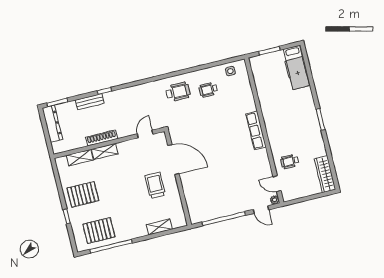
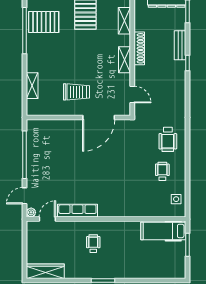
hospital bed: (296, 67) -> (163, 231), moved
row of seats: (256, 130) -> (77, 211), moved
shelving: (105, 151) -> (124, 60), moved
wheelchair: (290, 161) -> (93, 244), moved
pallet: (99, 231) -> (44, 22), turned 90

